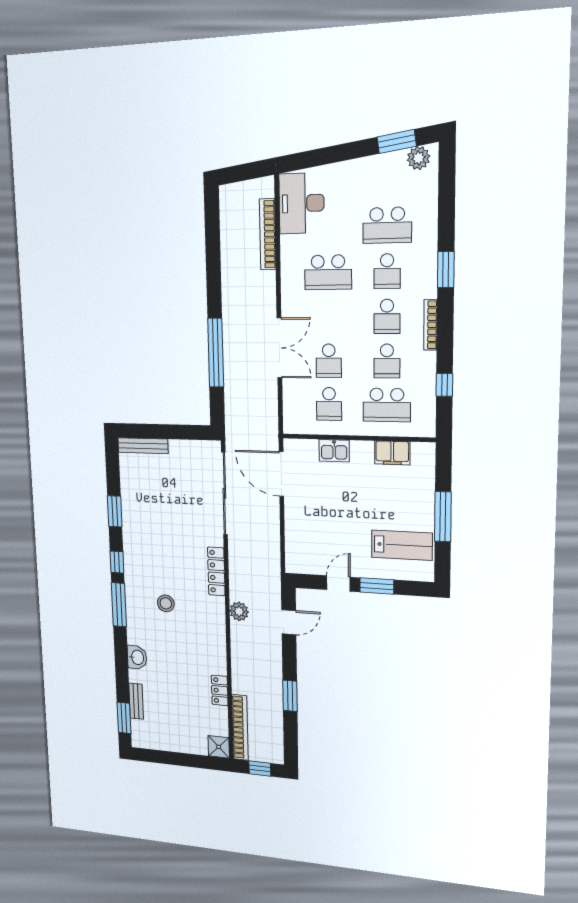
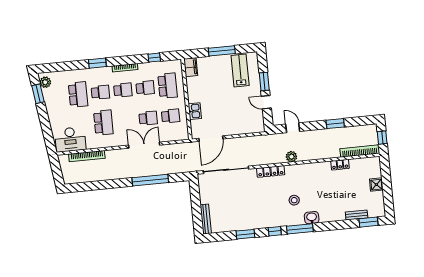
filing cabinet: (392, 453) -> (191, 67), moved
washbasin: (137, 657) -> (312, 218), moved
shower: (219, 747) -> (376, 185), moved

